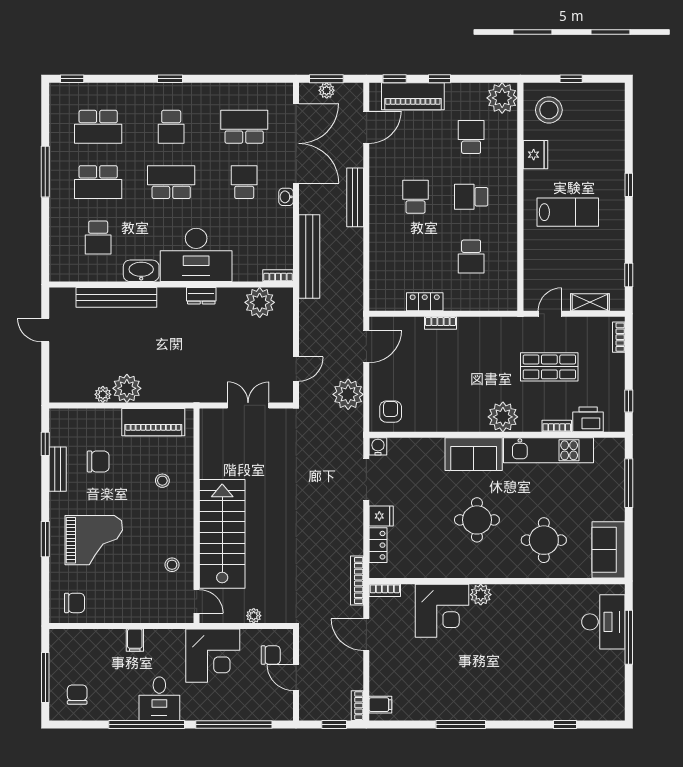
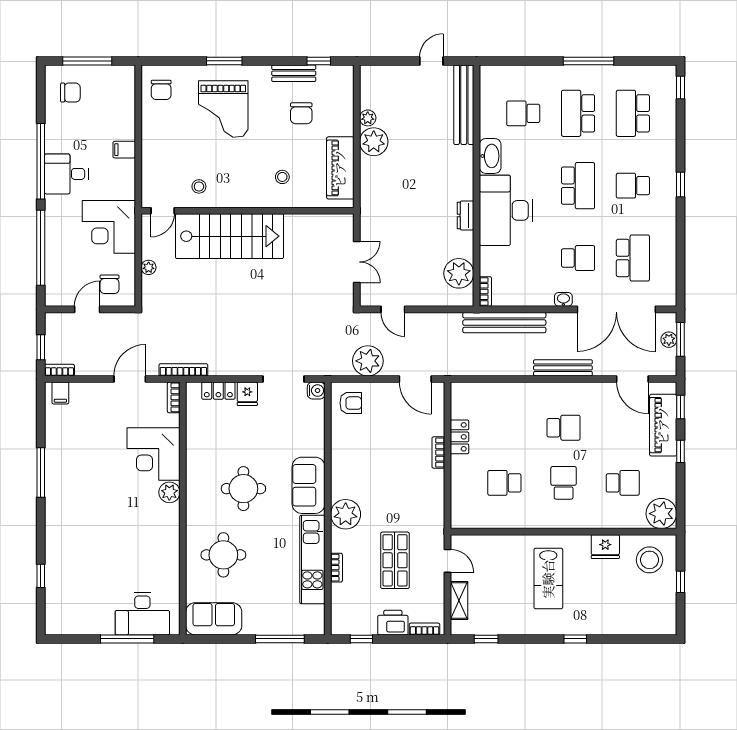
bench: (116, 297) -> (464, 105), moved
printer: (588, 419) -> (393, 623), moved, turned -90

